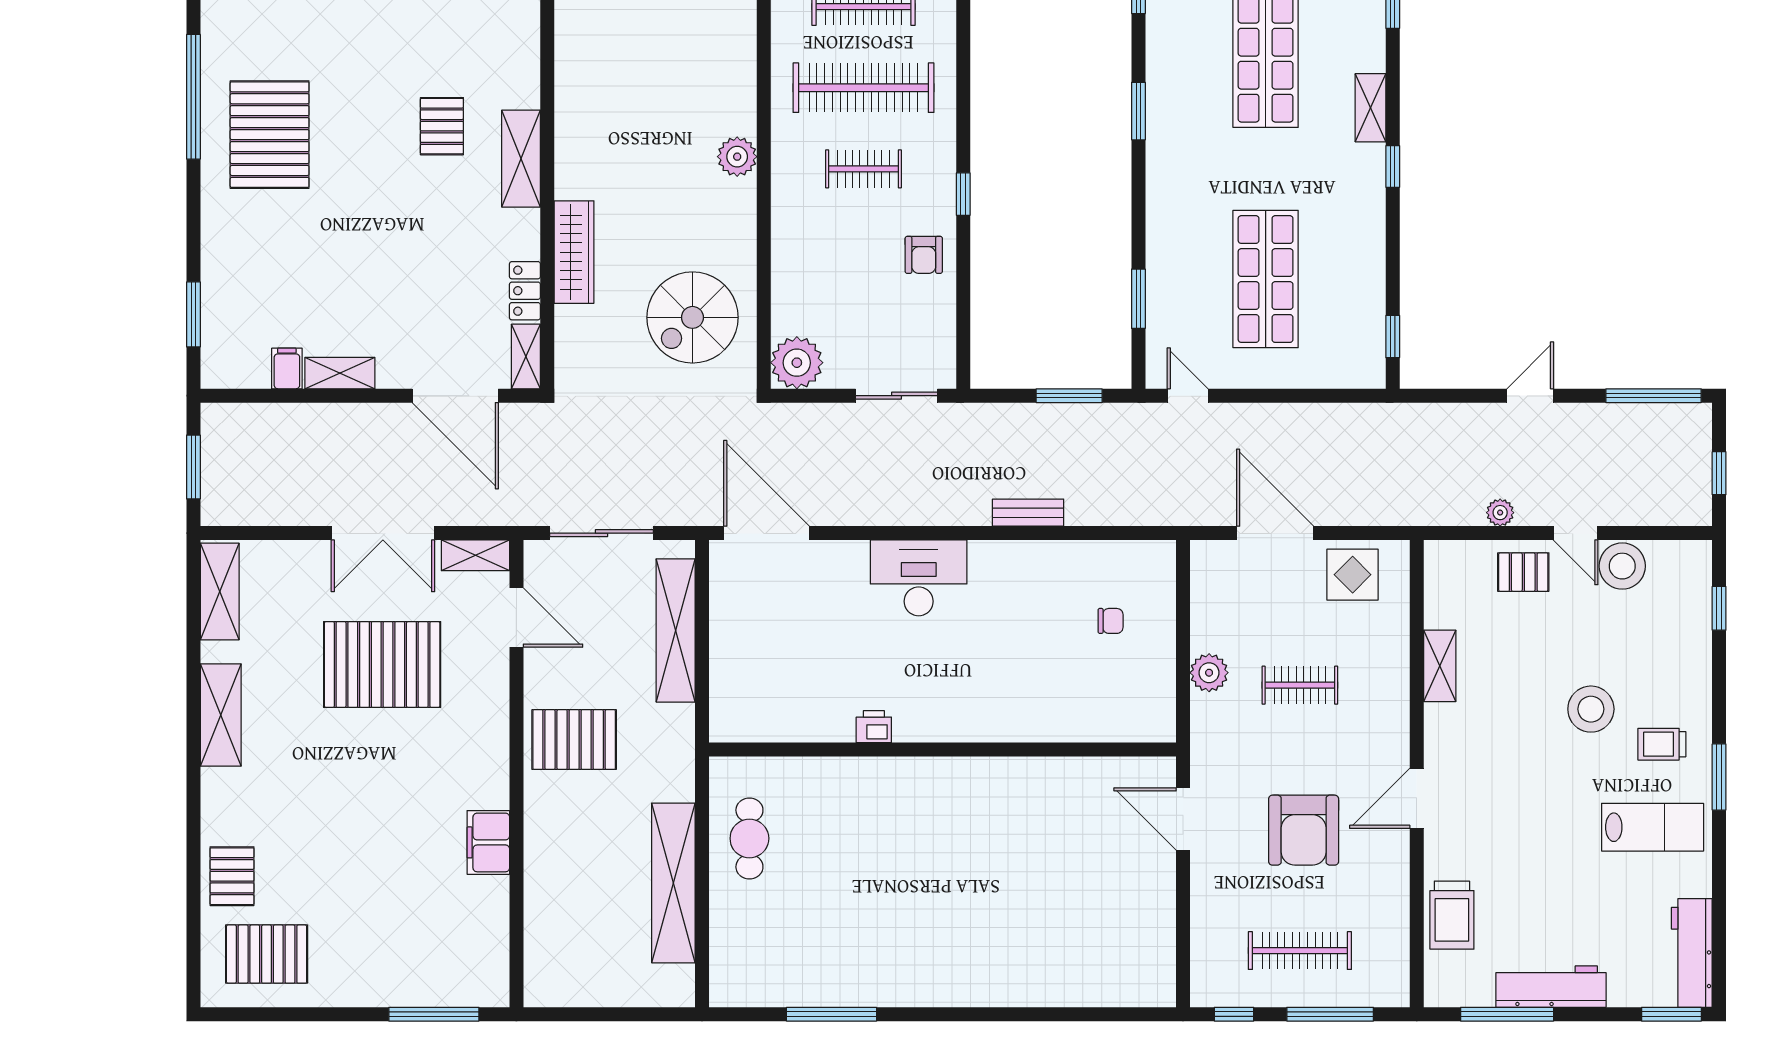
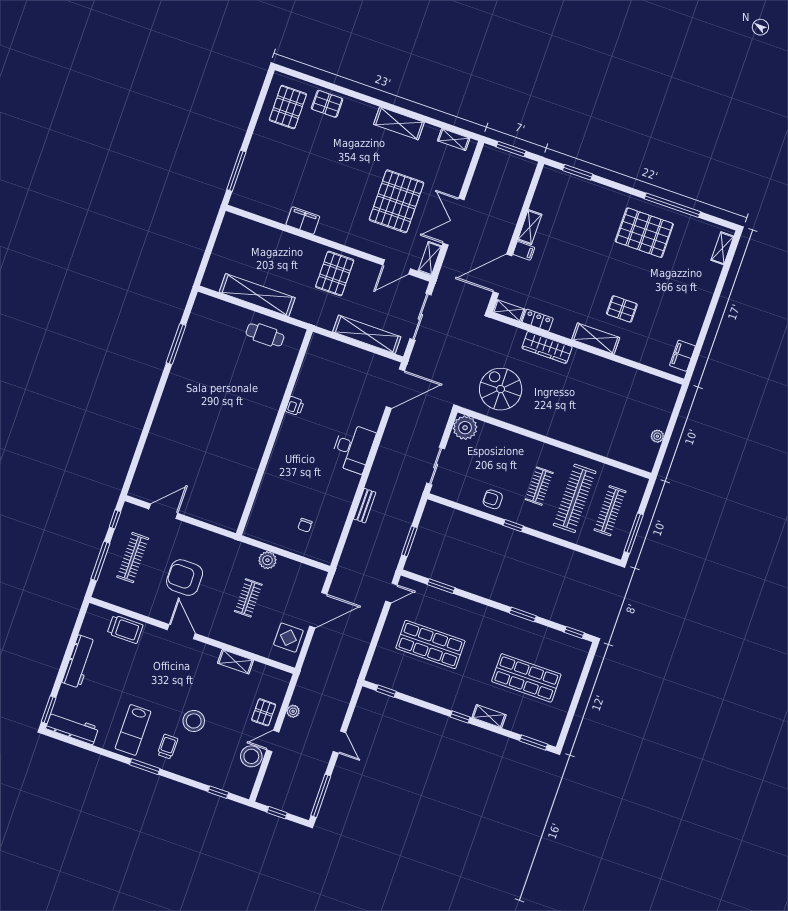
plant: (737, 157) -> (564, 433), removed
filing cabinet: (287, 368) -> (524, 251), moved
shelving: (220, 591) -> (454, 139), width x0.67, depth x0.75
door: (1183, 819) -> (163, 511), moved
trolley: (1452, 915) -> (125, 629), turned 180
window: (1507, 1014) -> (74, 638), removed

